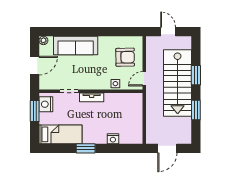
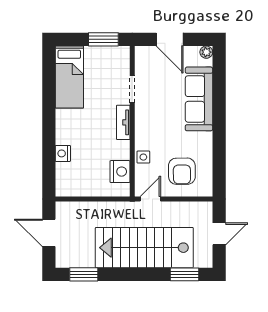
window: (196, 75) -> (185, 274), moved
door: (144, 79) -> (150, 199), hinge flipped
nightstand: (46, 104) -> (120, 172), moved, turned 90
window: (196, 110) -> (84, 274), moved
window: (86, 148) -> (49, 114), removed

